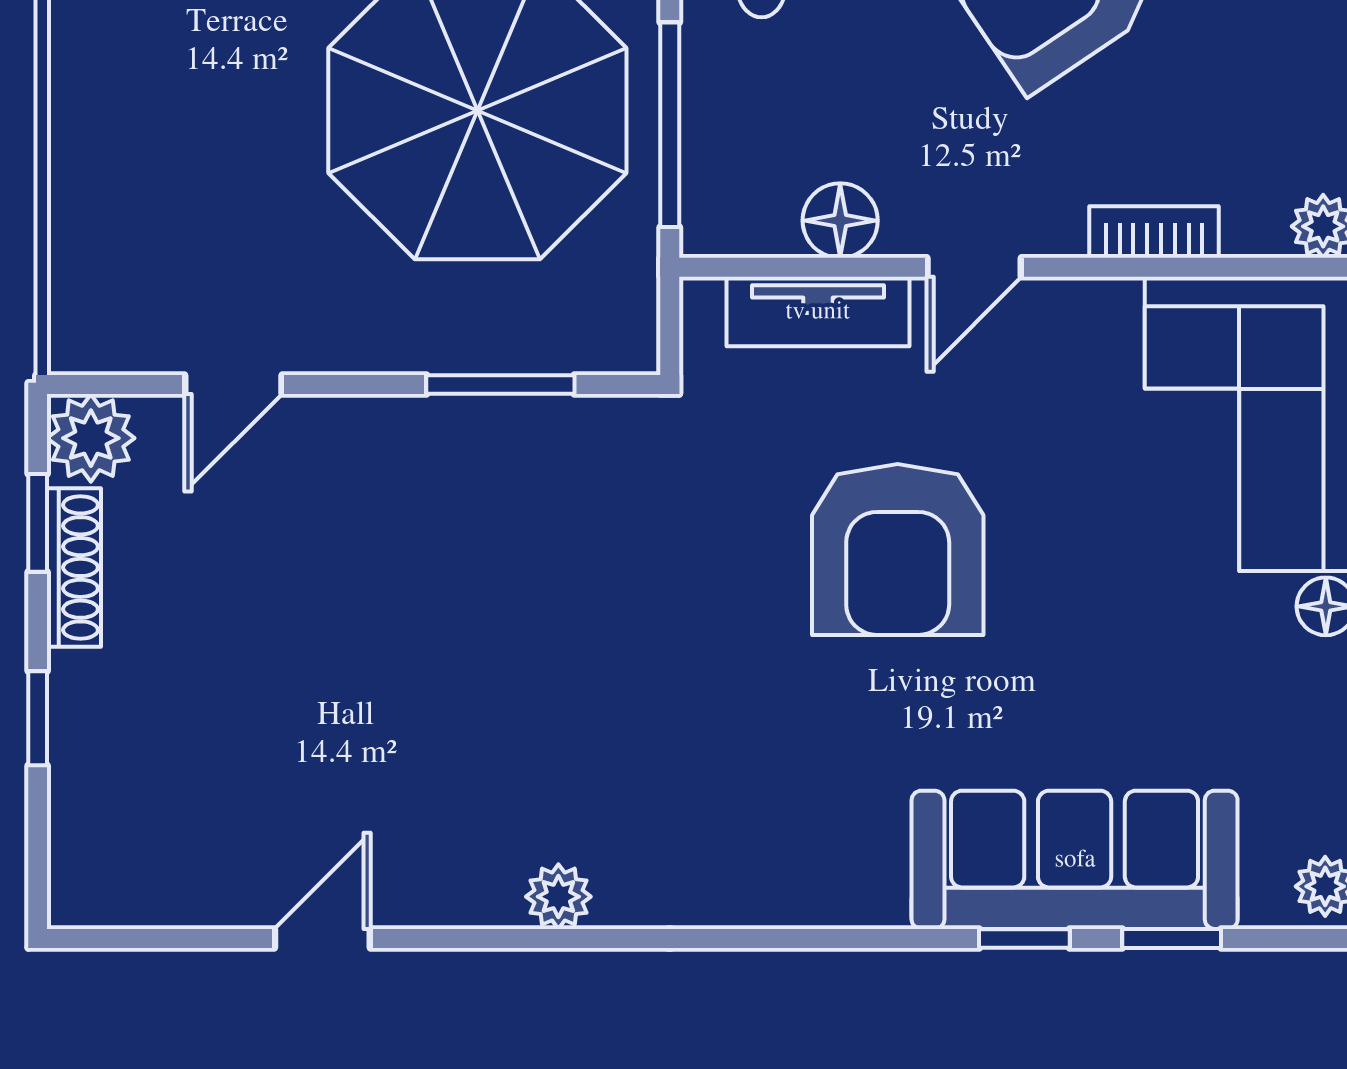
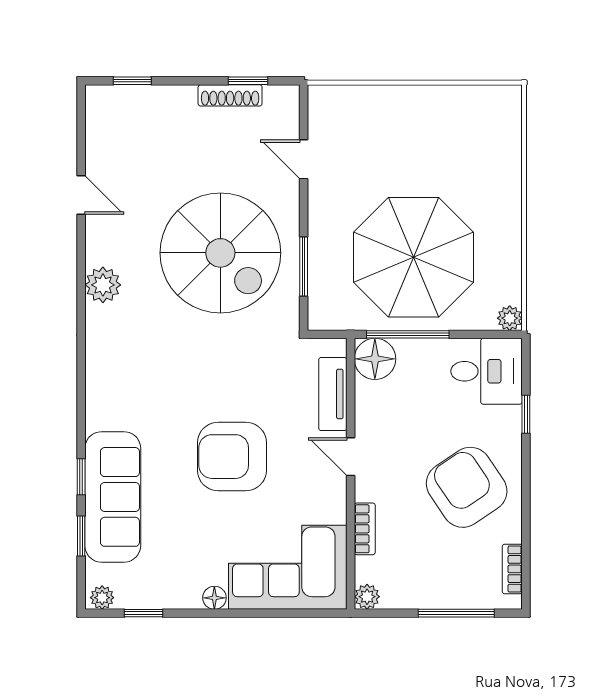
floor lamp: (840, 221) -> (375, 359), moved, width x1.38, depth x1.38
plant: (91, 438) -> (282, 102), removed
armchair: (898, 549) -> (232, 457), moved
spiral stairs: (467, 592) -> (220, 253), added
window: (38, 718) -> (132, 81), moved
plant: (558, 897) -> (103, 285), width x1.38, depth x1.38

